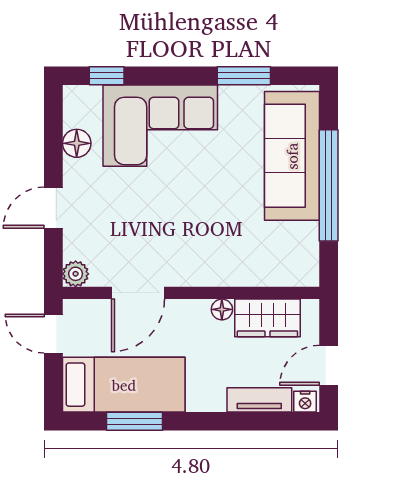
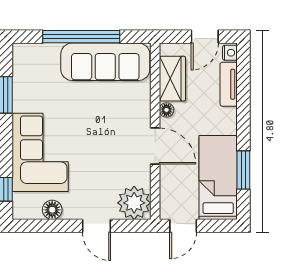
sofa: (292, 156) -> (105, 62), moved
plant: (76, 274) -> (134, 203), width x1.88, depth x1.88
door: (138, 293) -> (155, 146), moved
door: (329, 365) -> (205, 37), hinge flipped

